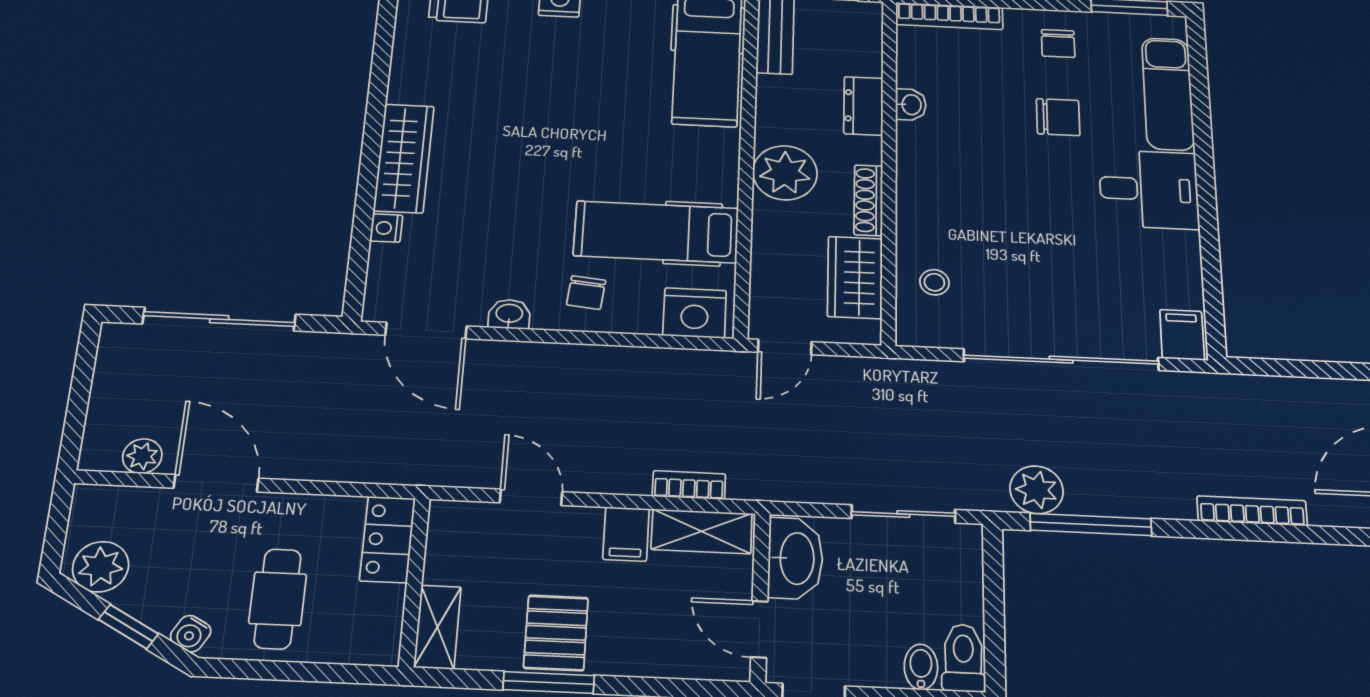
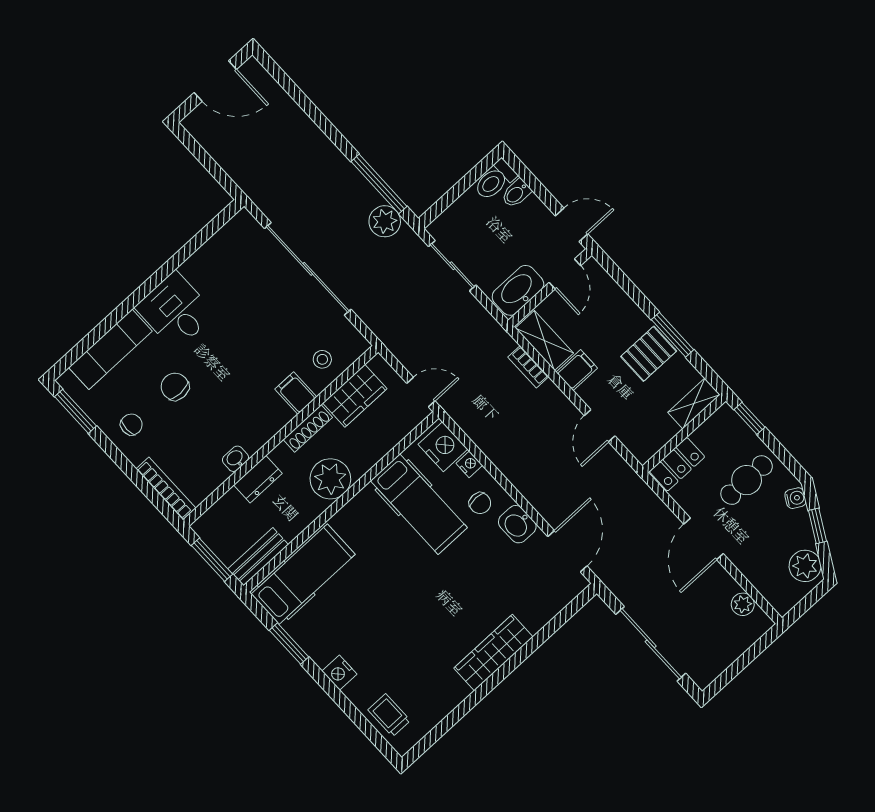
nightstand: (386, 228) -> (469, 464), moved, turned -90
chair: (586, 293) -> (480, 503), turned 84
washbasin: (509, 314) -> (517, 524), width x1.38, depth x1.45
filing cabinet: (1182, 335) -> (296, 393), moved, turned 90
door: (216, 483) -> (703, 539), moved
bookcase: (1252, 511) -> (304, 123), removed
window: (346, 674) -> (749, 418), added

